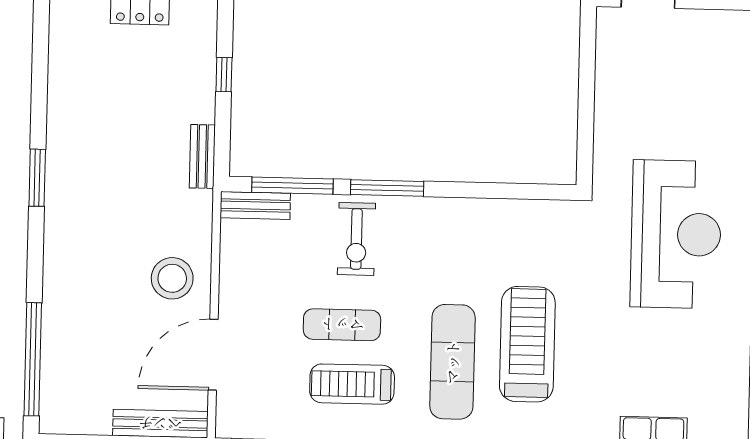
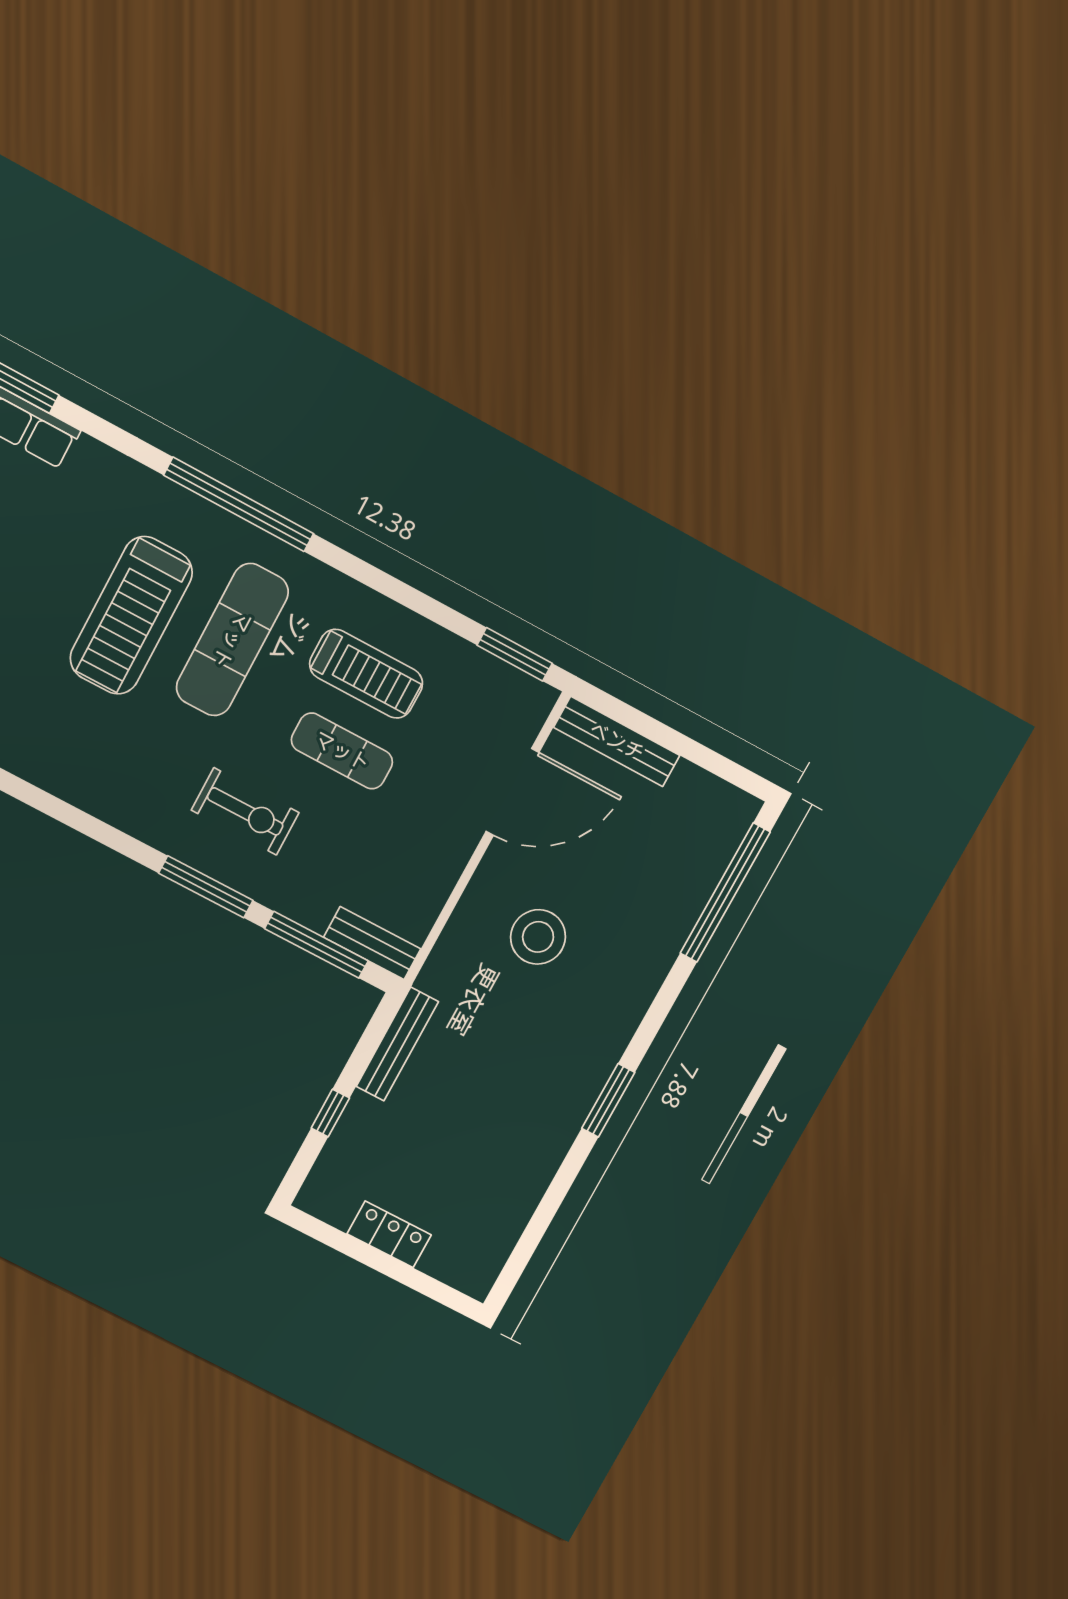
bench: (202, 156) -> (397, 1044), width x1.36
exercise bike: (356, 239) -> (245, 811), moved, turned 90
stool: (172, 278) -> (538, 937), moved

